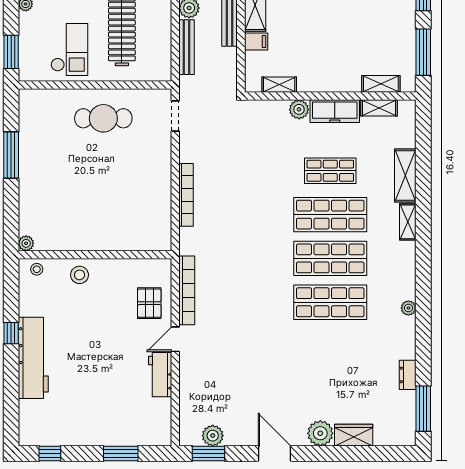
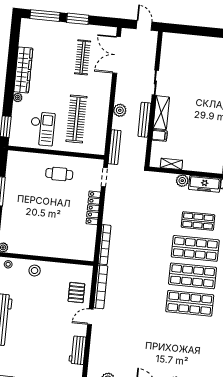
bench: (187, 47) -> (115, 147), moved
cafe table: (103, 118) -> (59, 174), width x0.73, depth x0.74
locker: (163, 166) -> (93, 208), added
bookcase: (186, 195) -> (104, 245), moved
workbench: (160, 375) -> (78, 350), moved

